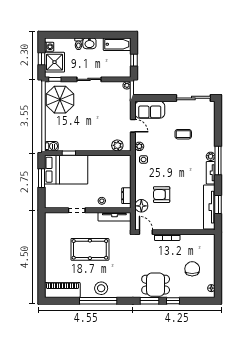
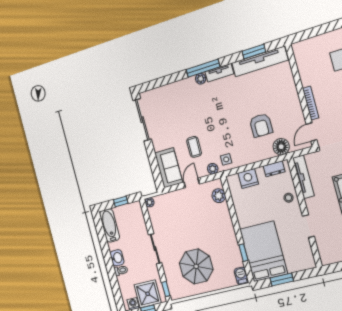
parasol: (60, 100) -> (196, 266), moved
coffee table: (183, 134) -> (194, 147), moved
nightstand: (124, 173) -> (248, 178), added

